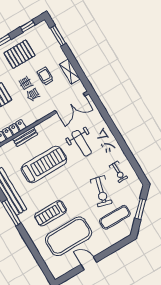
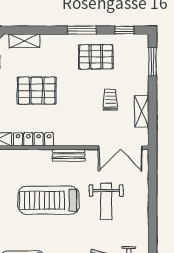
bench: (25, 137) -> (69, 155), moved
treadmill: (44, 164) -> (49, 200), turned 180

